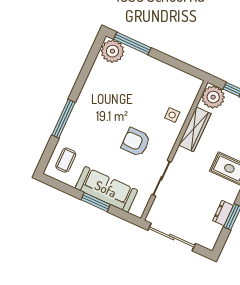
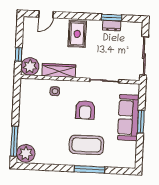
coffee table: (66, 160) -> (86, 145), moved, width x1.86, depth x1.72

